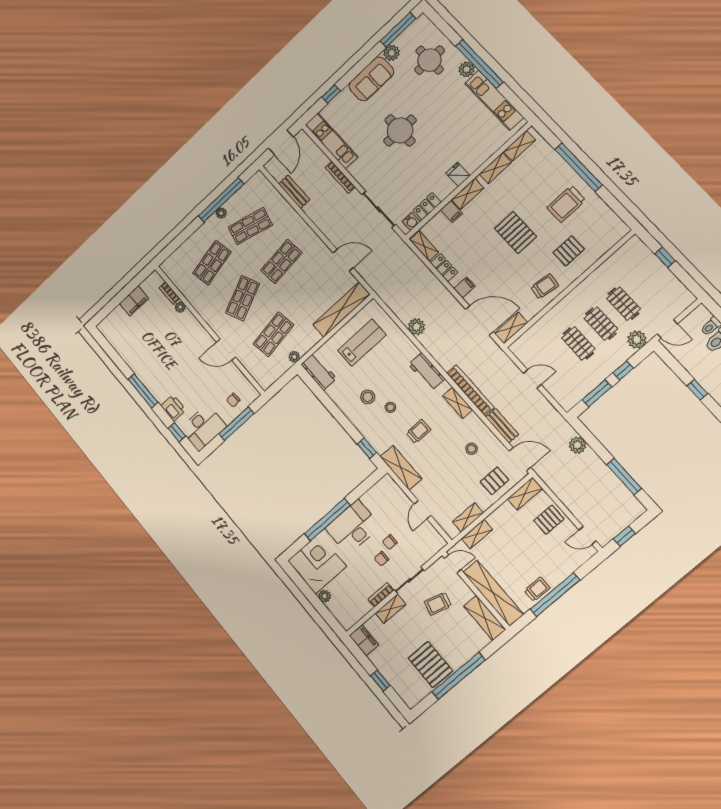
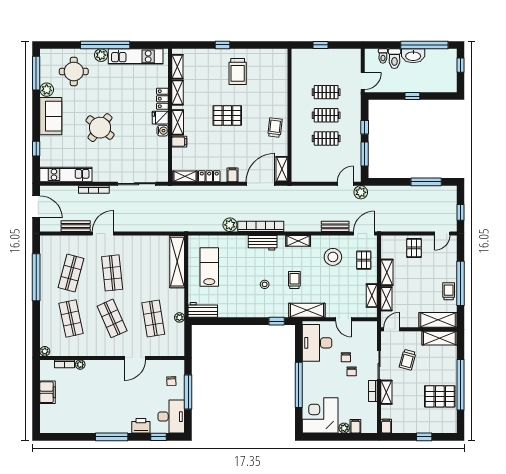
round table: (400, 130) -> (100, 128), turned 38
window: (578, 167) -> (222, 45), width x0.32
locker: (427, 206) -> (162, 99), moved
plant: (221, 213) -> (45, 351), moved
water cooler: (411, 222) -> (163, 131), moved
pallet: (569, 251) -> (267, 95), removed
door: (343, 260) -> (103, 234), moved
plant: (637, 340) -> (354, 103), removed
door: (532, 379) -> (345, 184), moved
bookcase: (470, 390) -> (261, 226), moved
stool: (368, 397) -> (246, 293), removed
plant: (578, 445) -> (361, 192), moved
stool: (471, 449) -> (333, 257), width x1.89, depth x1.89
shelving: (525, 494) -> (387, 272), moved
desk: (353, 527) -> (317, 343), moved
shelving: (493, 593) -> (438, 320), width x0.68
filing cabinet: (335, 606) -> (355, 426), added
filing cabinet: (364, 640) -> (386, 426), width x0.50

